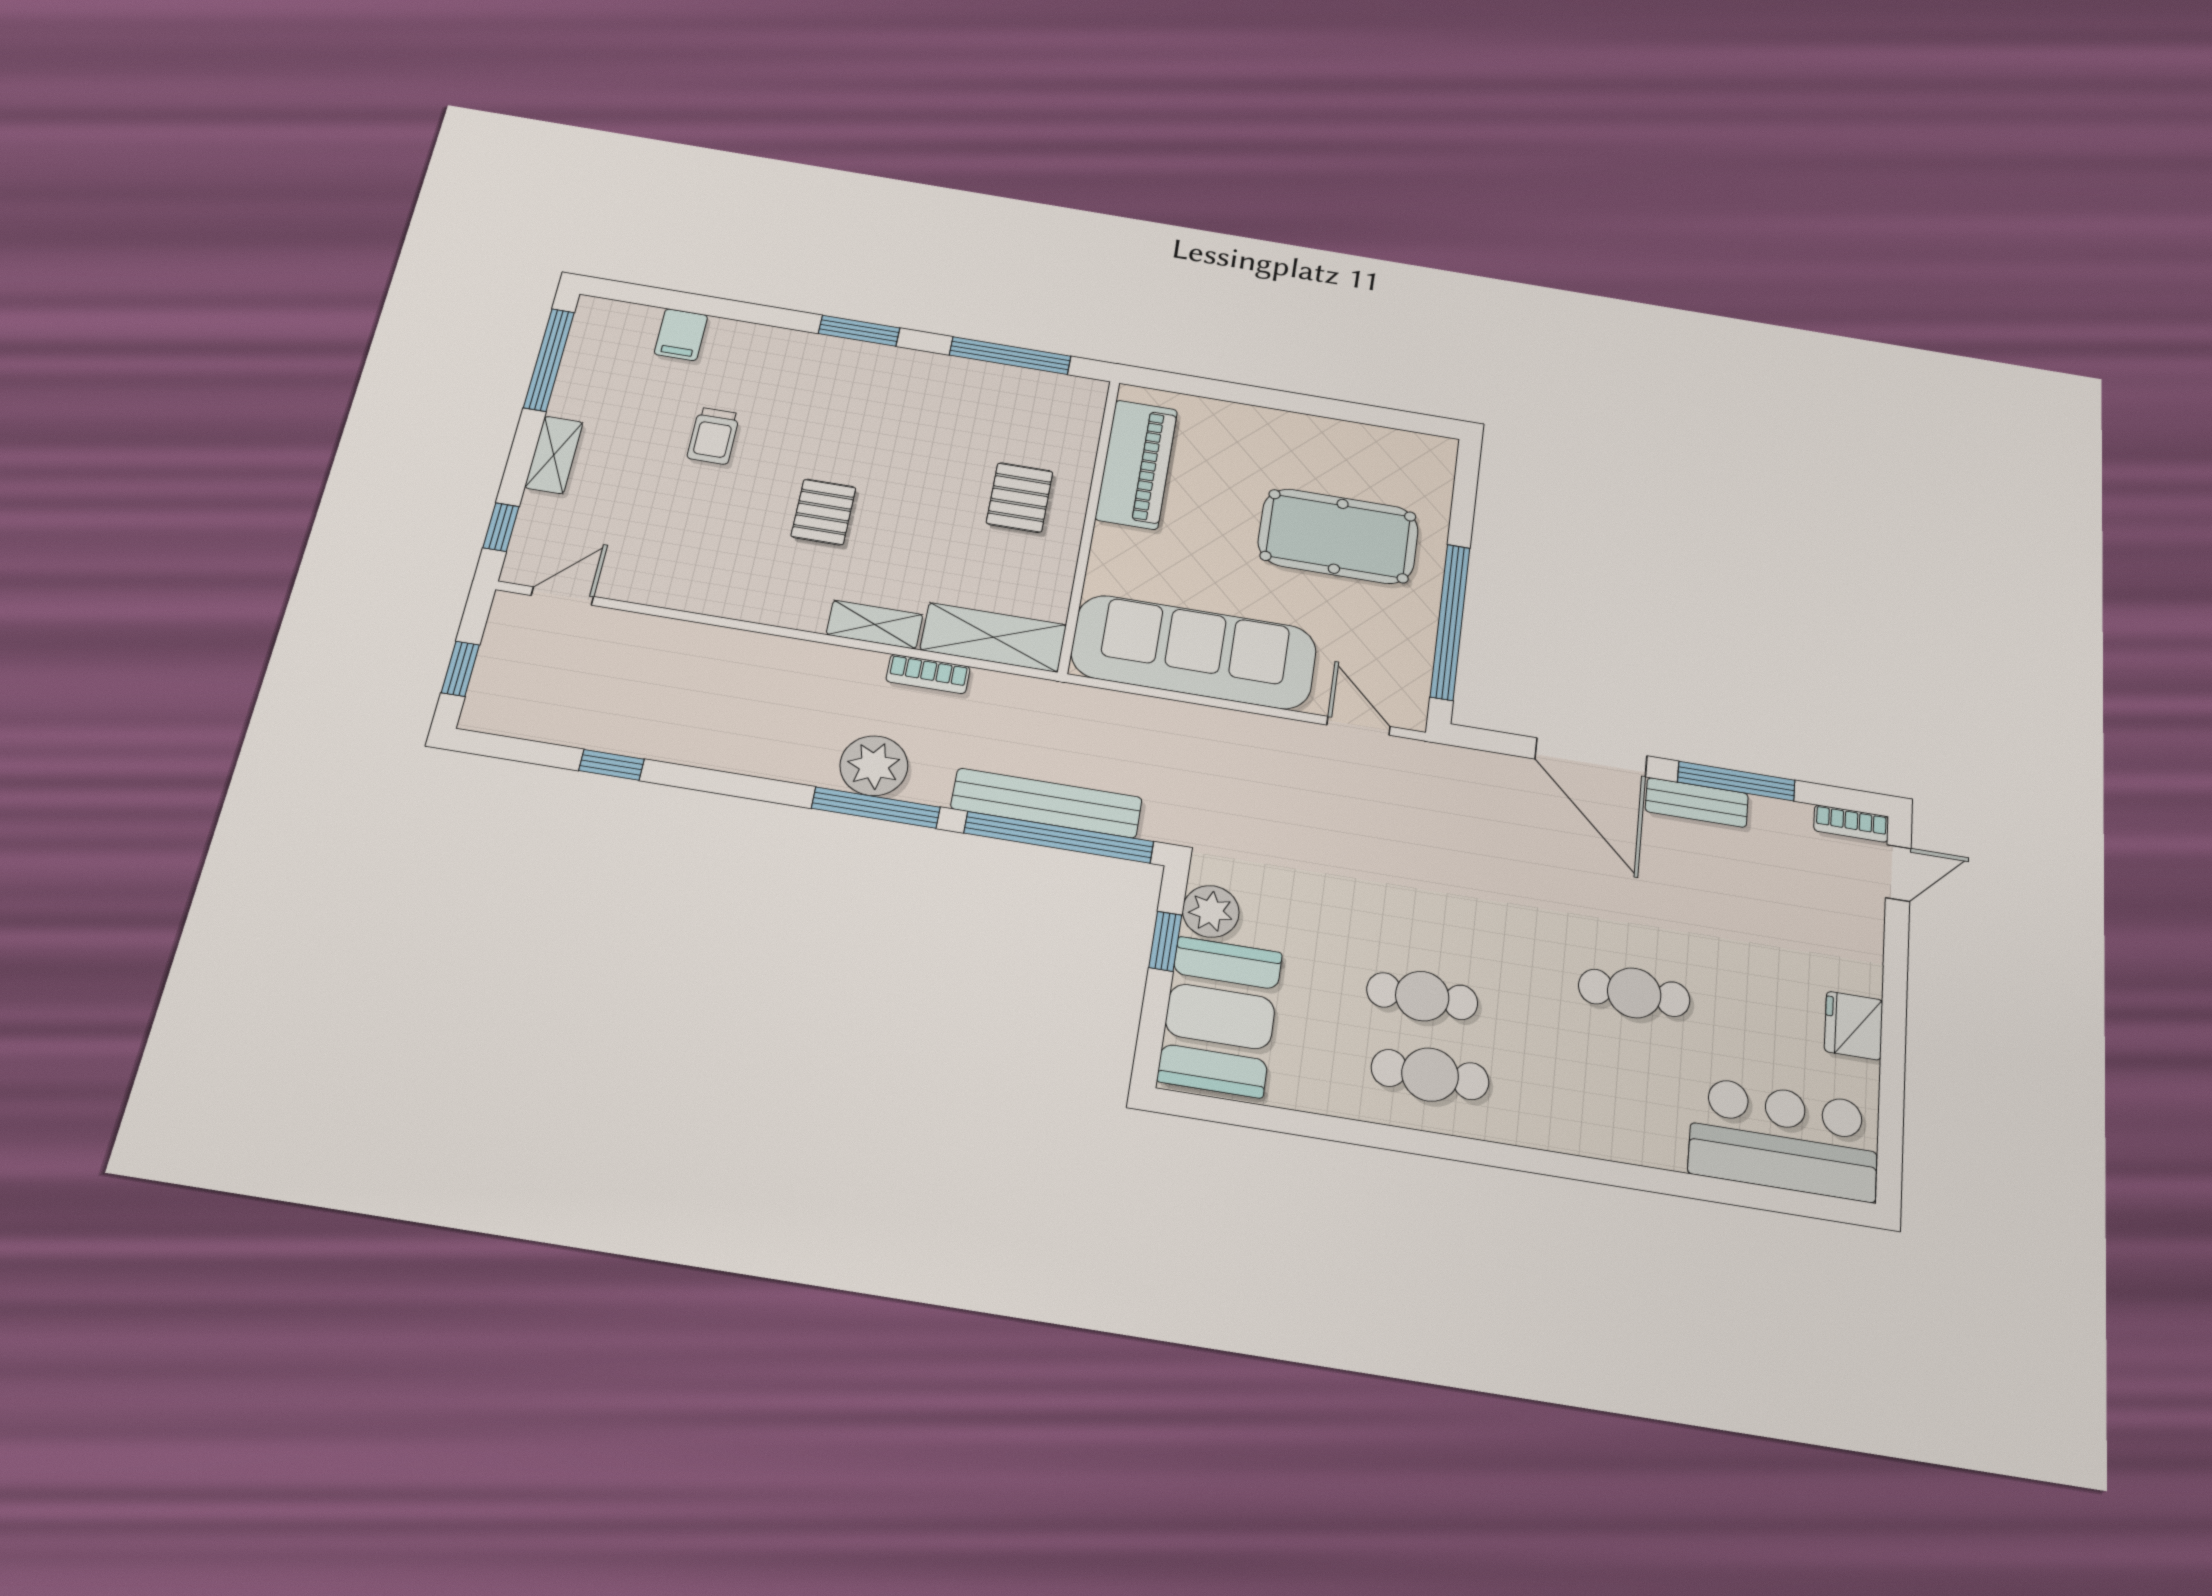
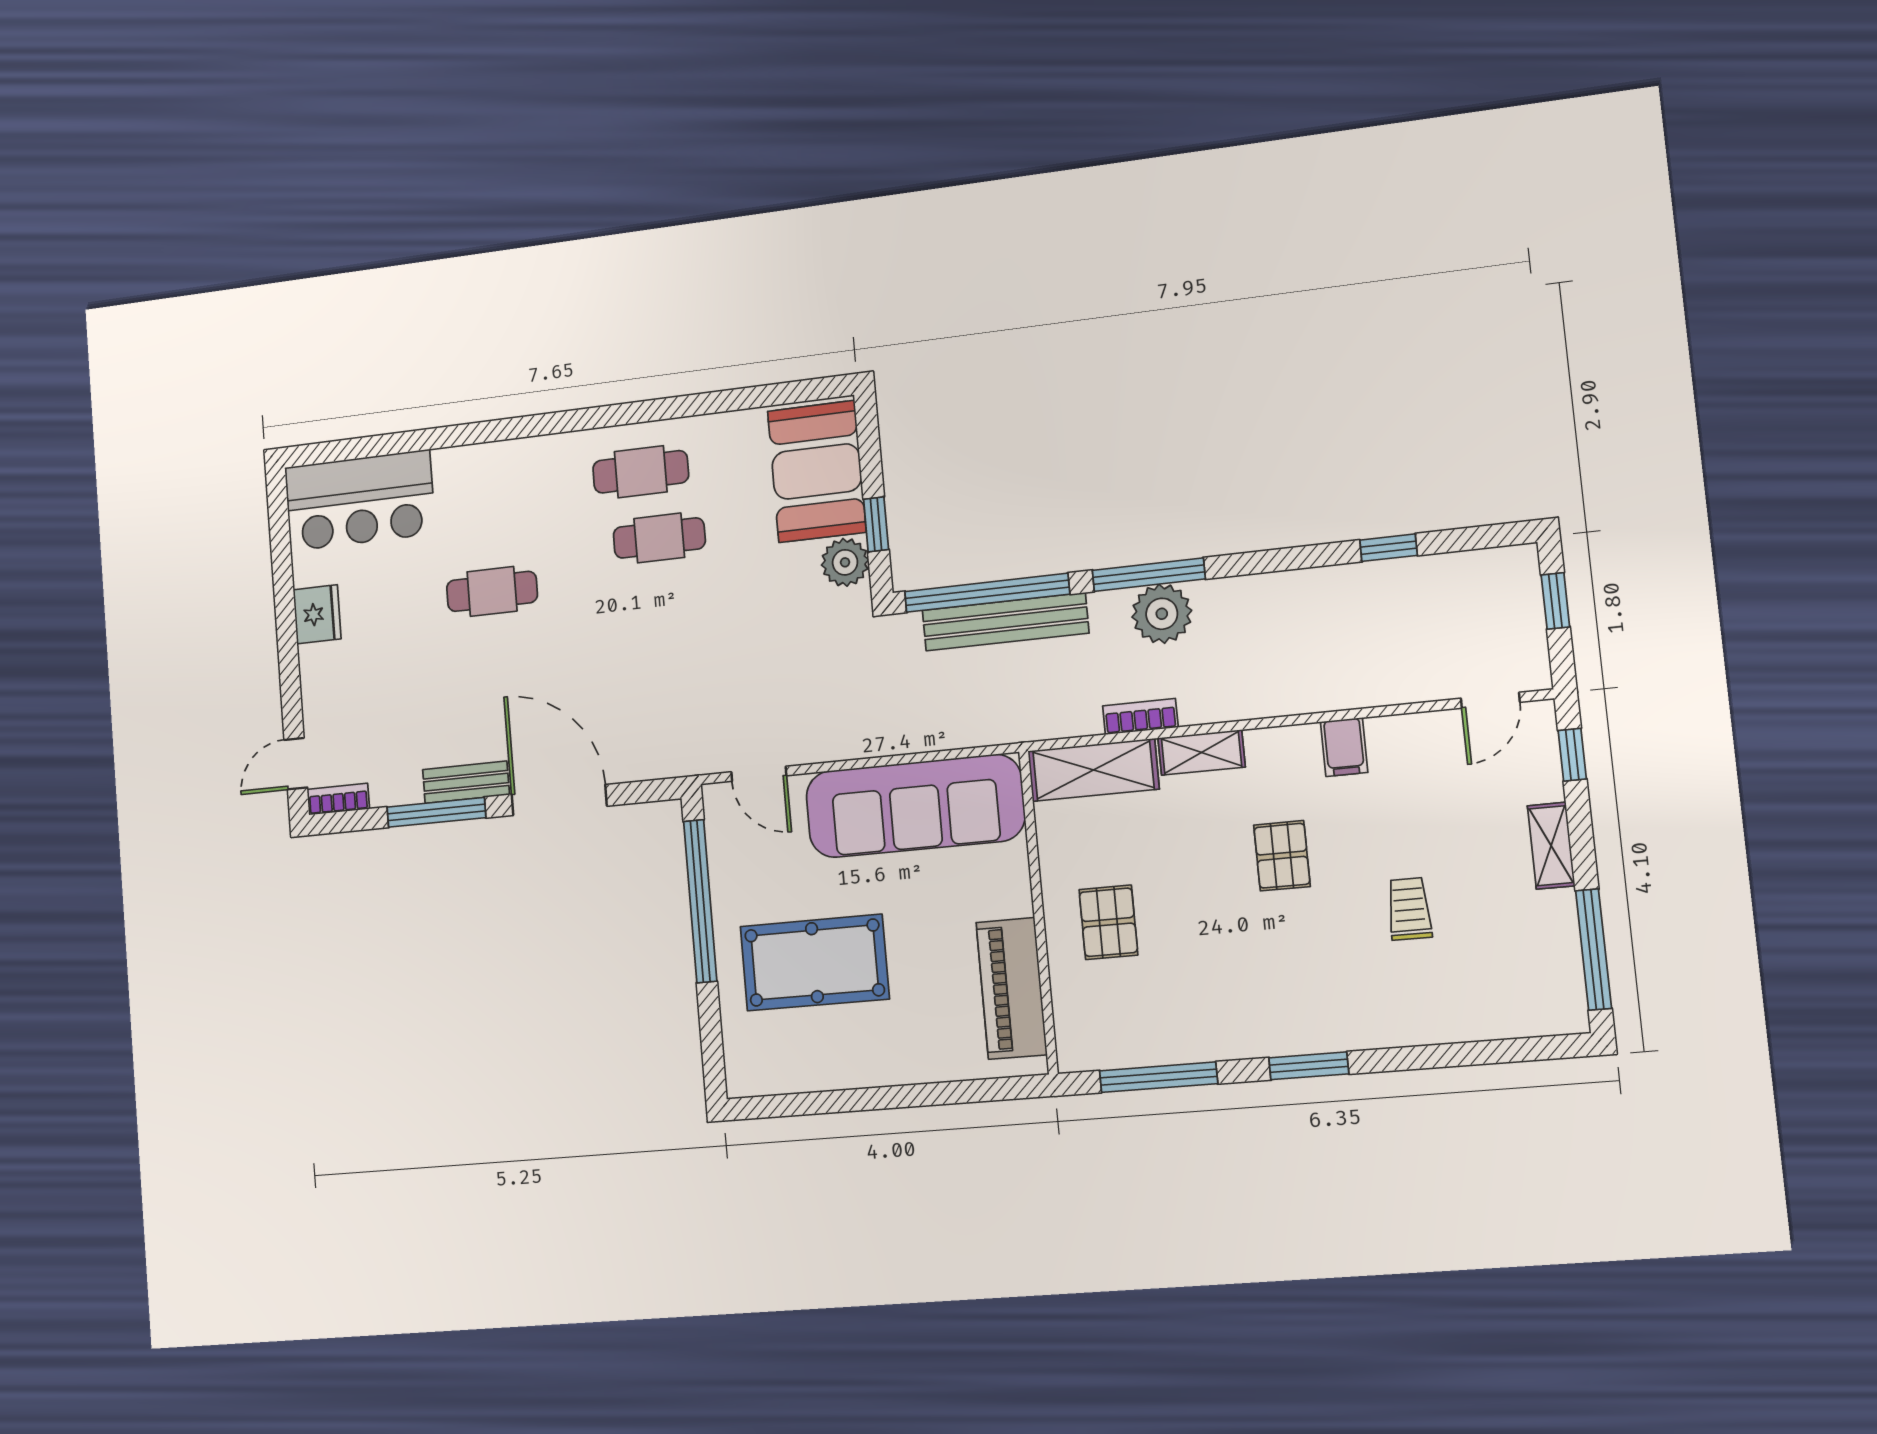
filing cabinet: (681, 335) -> (1344, 747), moved, turned 180

